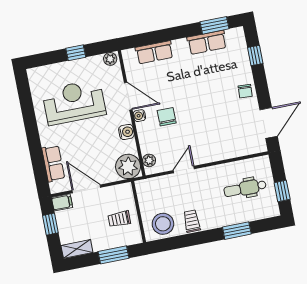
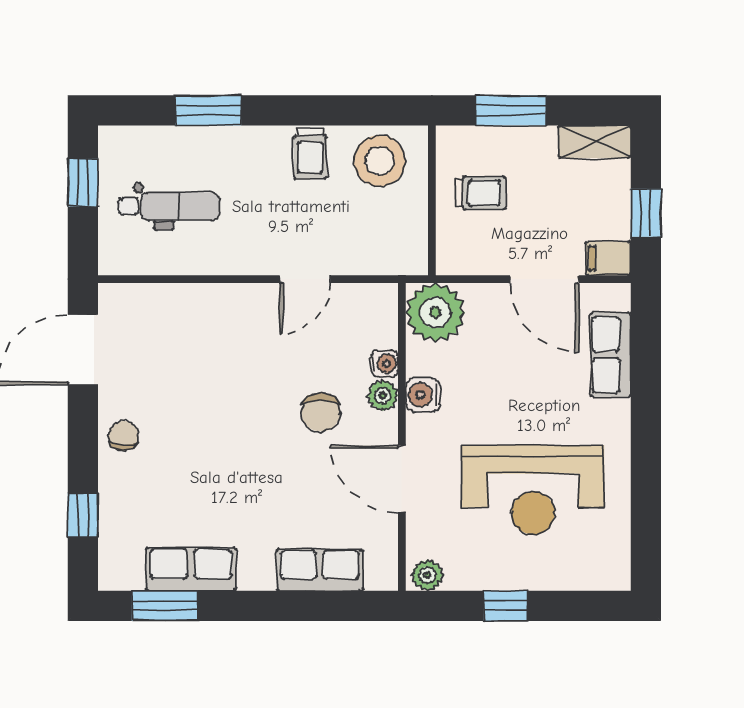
water cooler: (139, 116) -> (385, 363), moved
plant: (149, 160) -> (383, 395), moved

